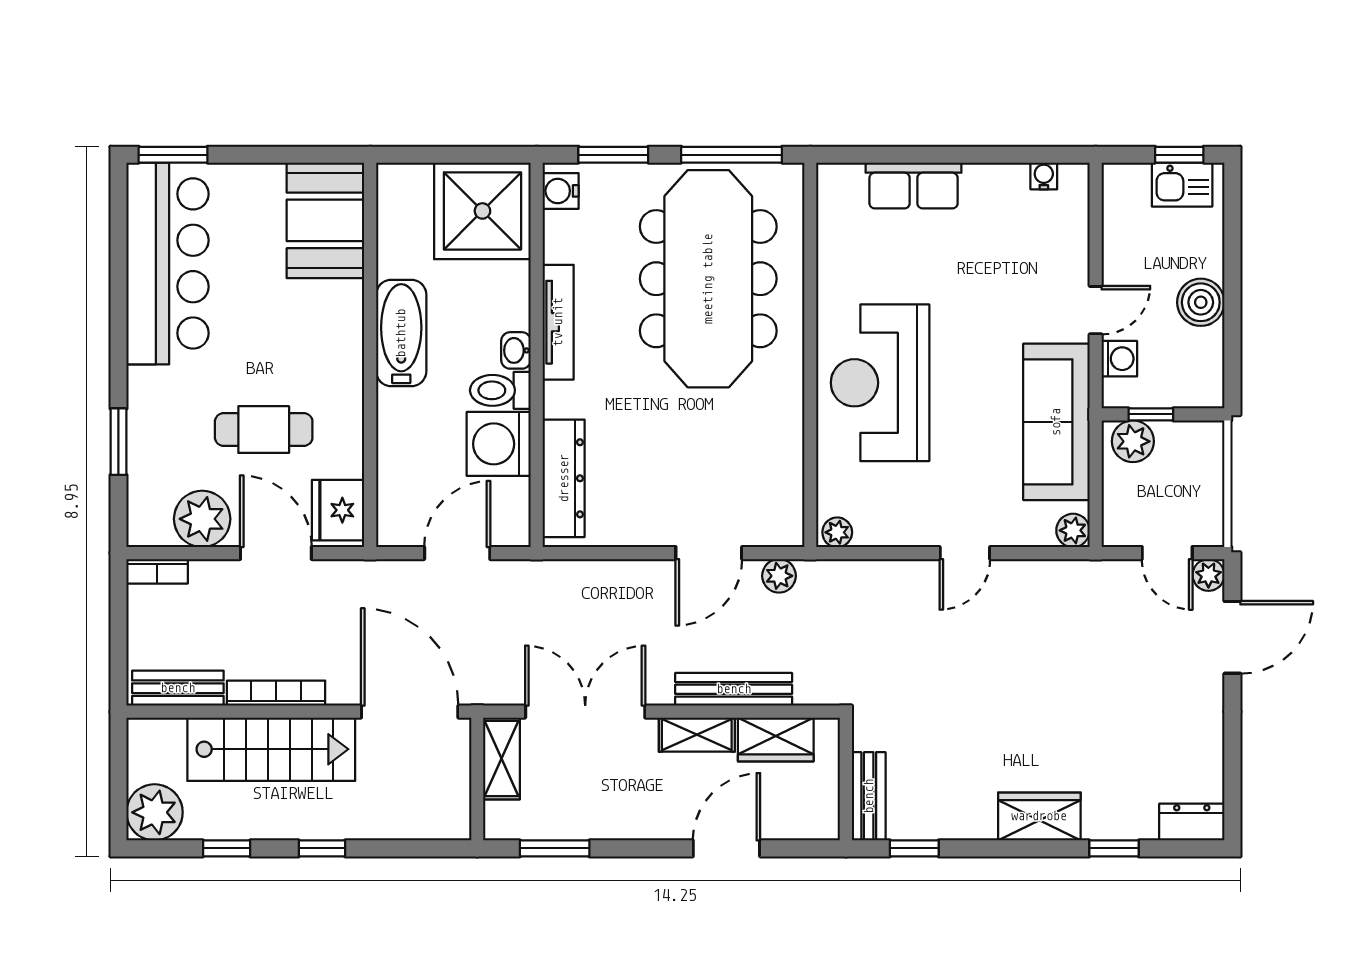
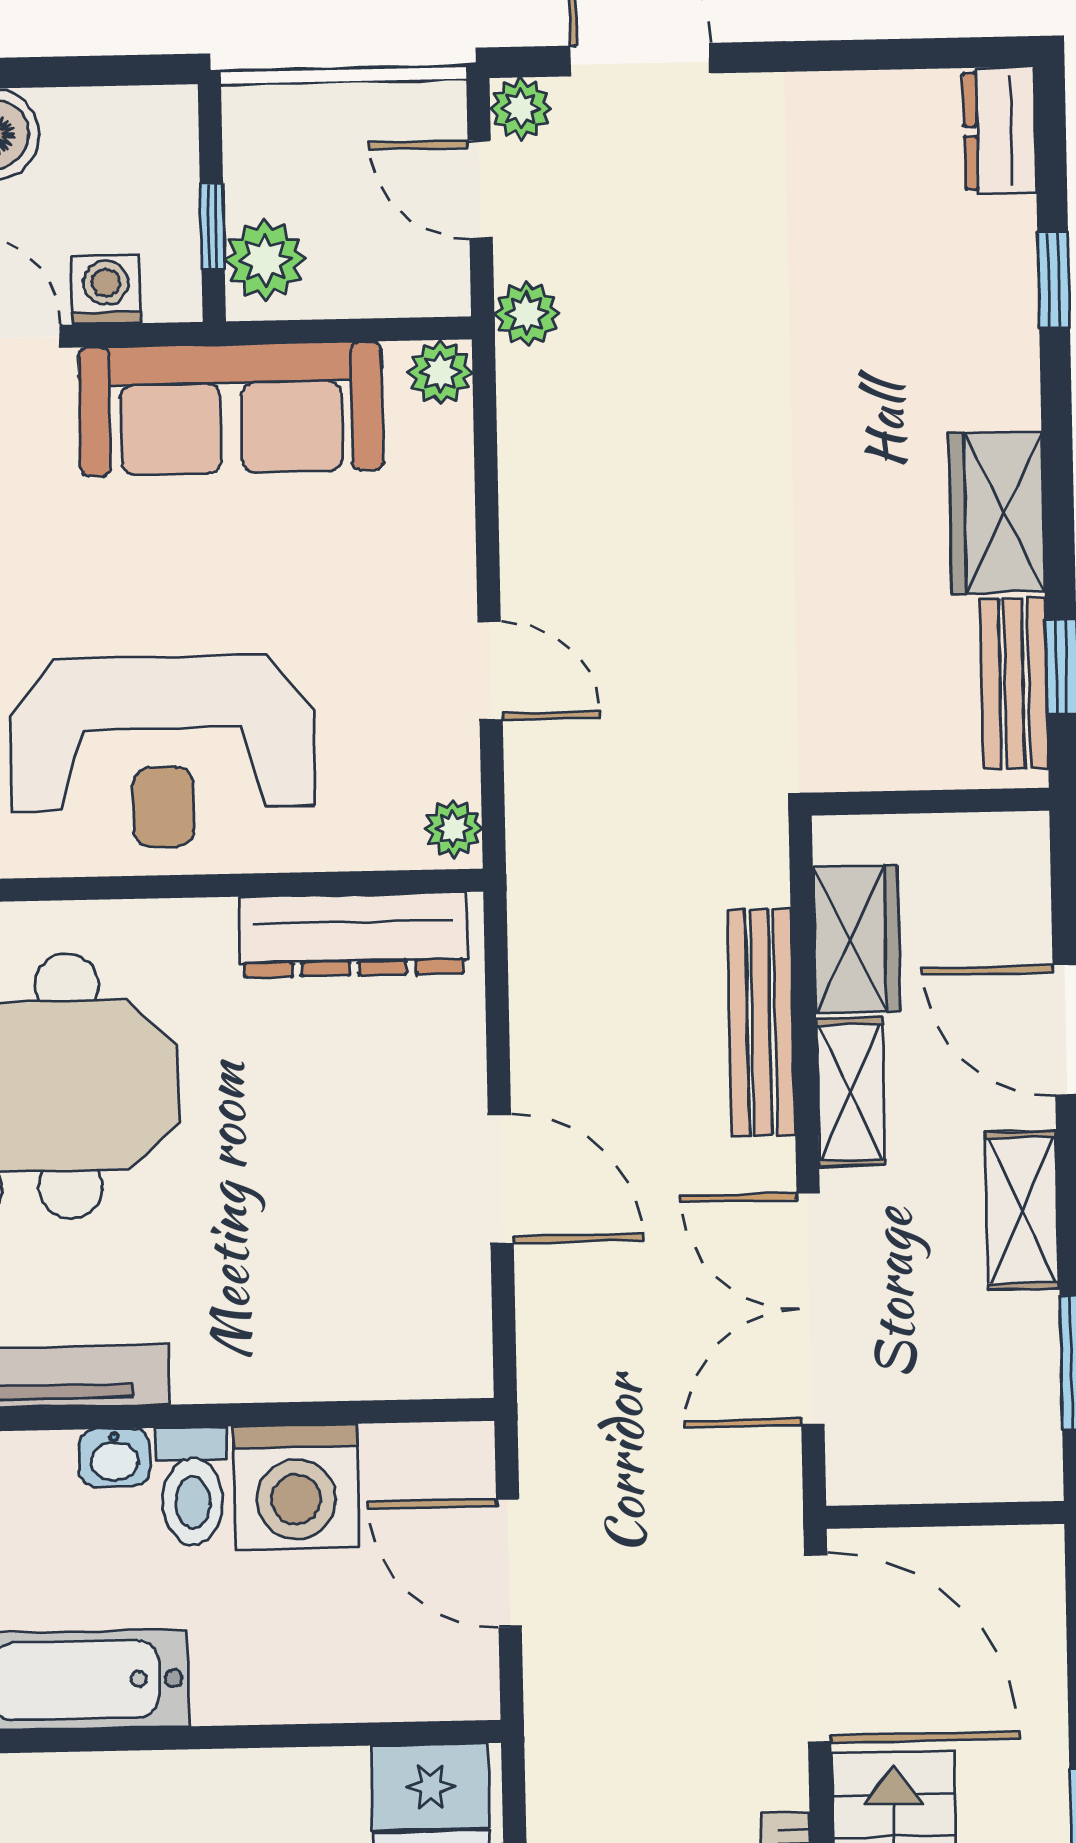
dresser: (564, 478) -> (353, 935), moved, turned 180
door: (709, 553) -> (501, 1179), moved
door: (965, 553) -> (490, 671), moved
door: (1167, 553) -> (480, 189), swing flipped
plant: (779, 576) -> (527, 314), moved
door: (410, 712) -> (818, 1648), swing flipped
shelving: (502, 758) -> (1022, 1210), moved, turned 90
bench: (869, 796) -> (1014, 684), moved, turned 90
wardrobe: (1039, 816) -> (997, 512), moved

